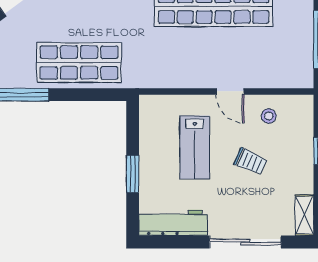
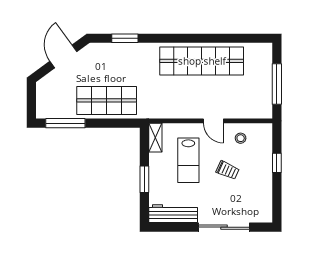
shelving: (304, 215) -> (155, 138), moved

